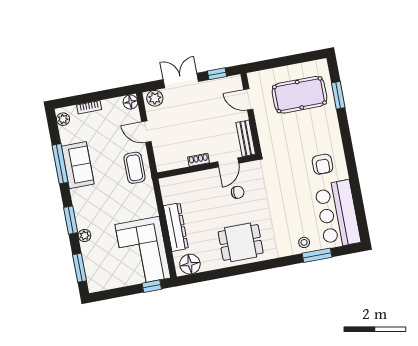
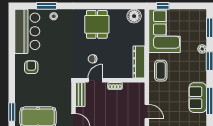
coffee table: (135, 168) -> (161, 71), moved
dresser: (176, 227) -> (139, 62), moved
dining table: (241, 242) -> (97, 24), turned 90

